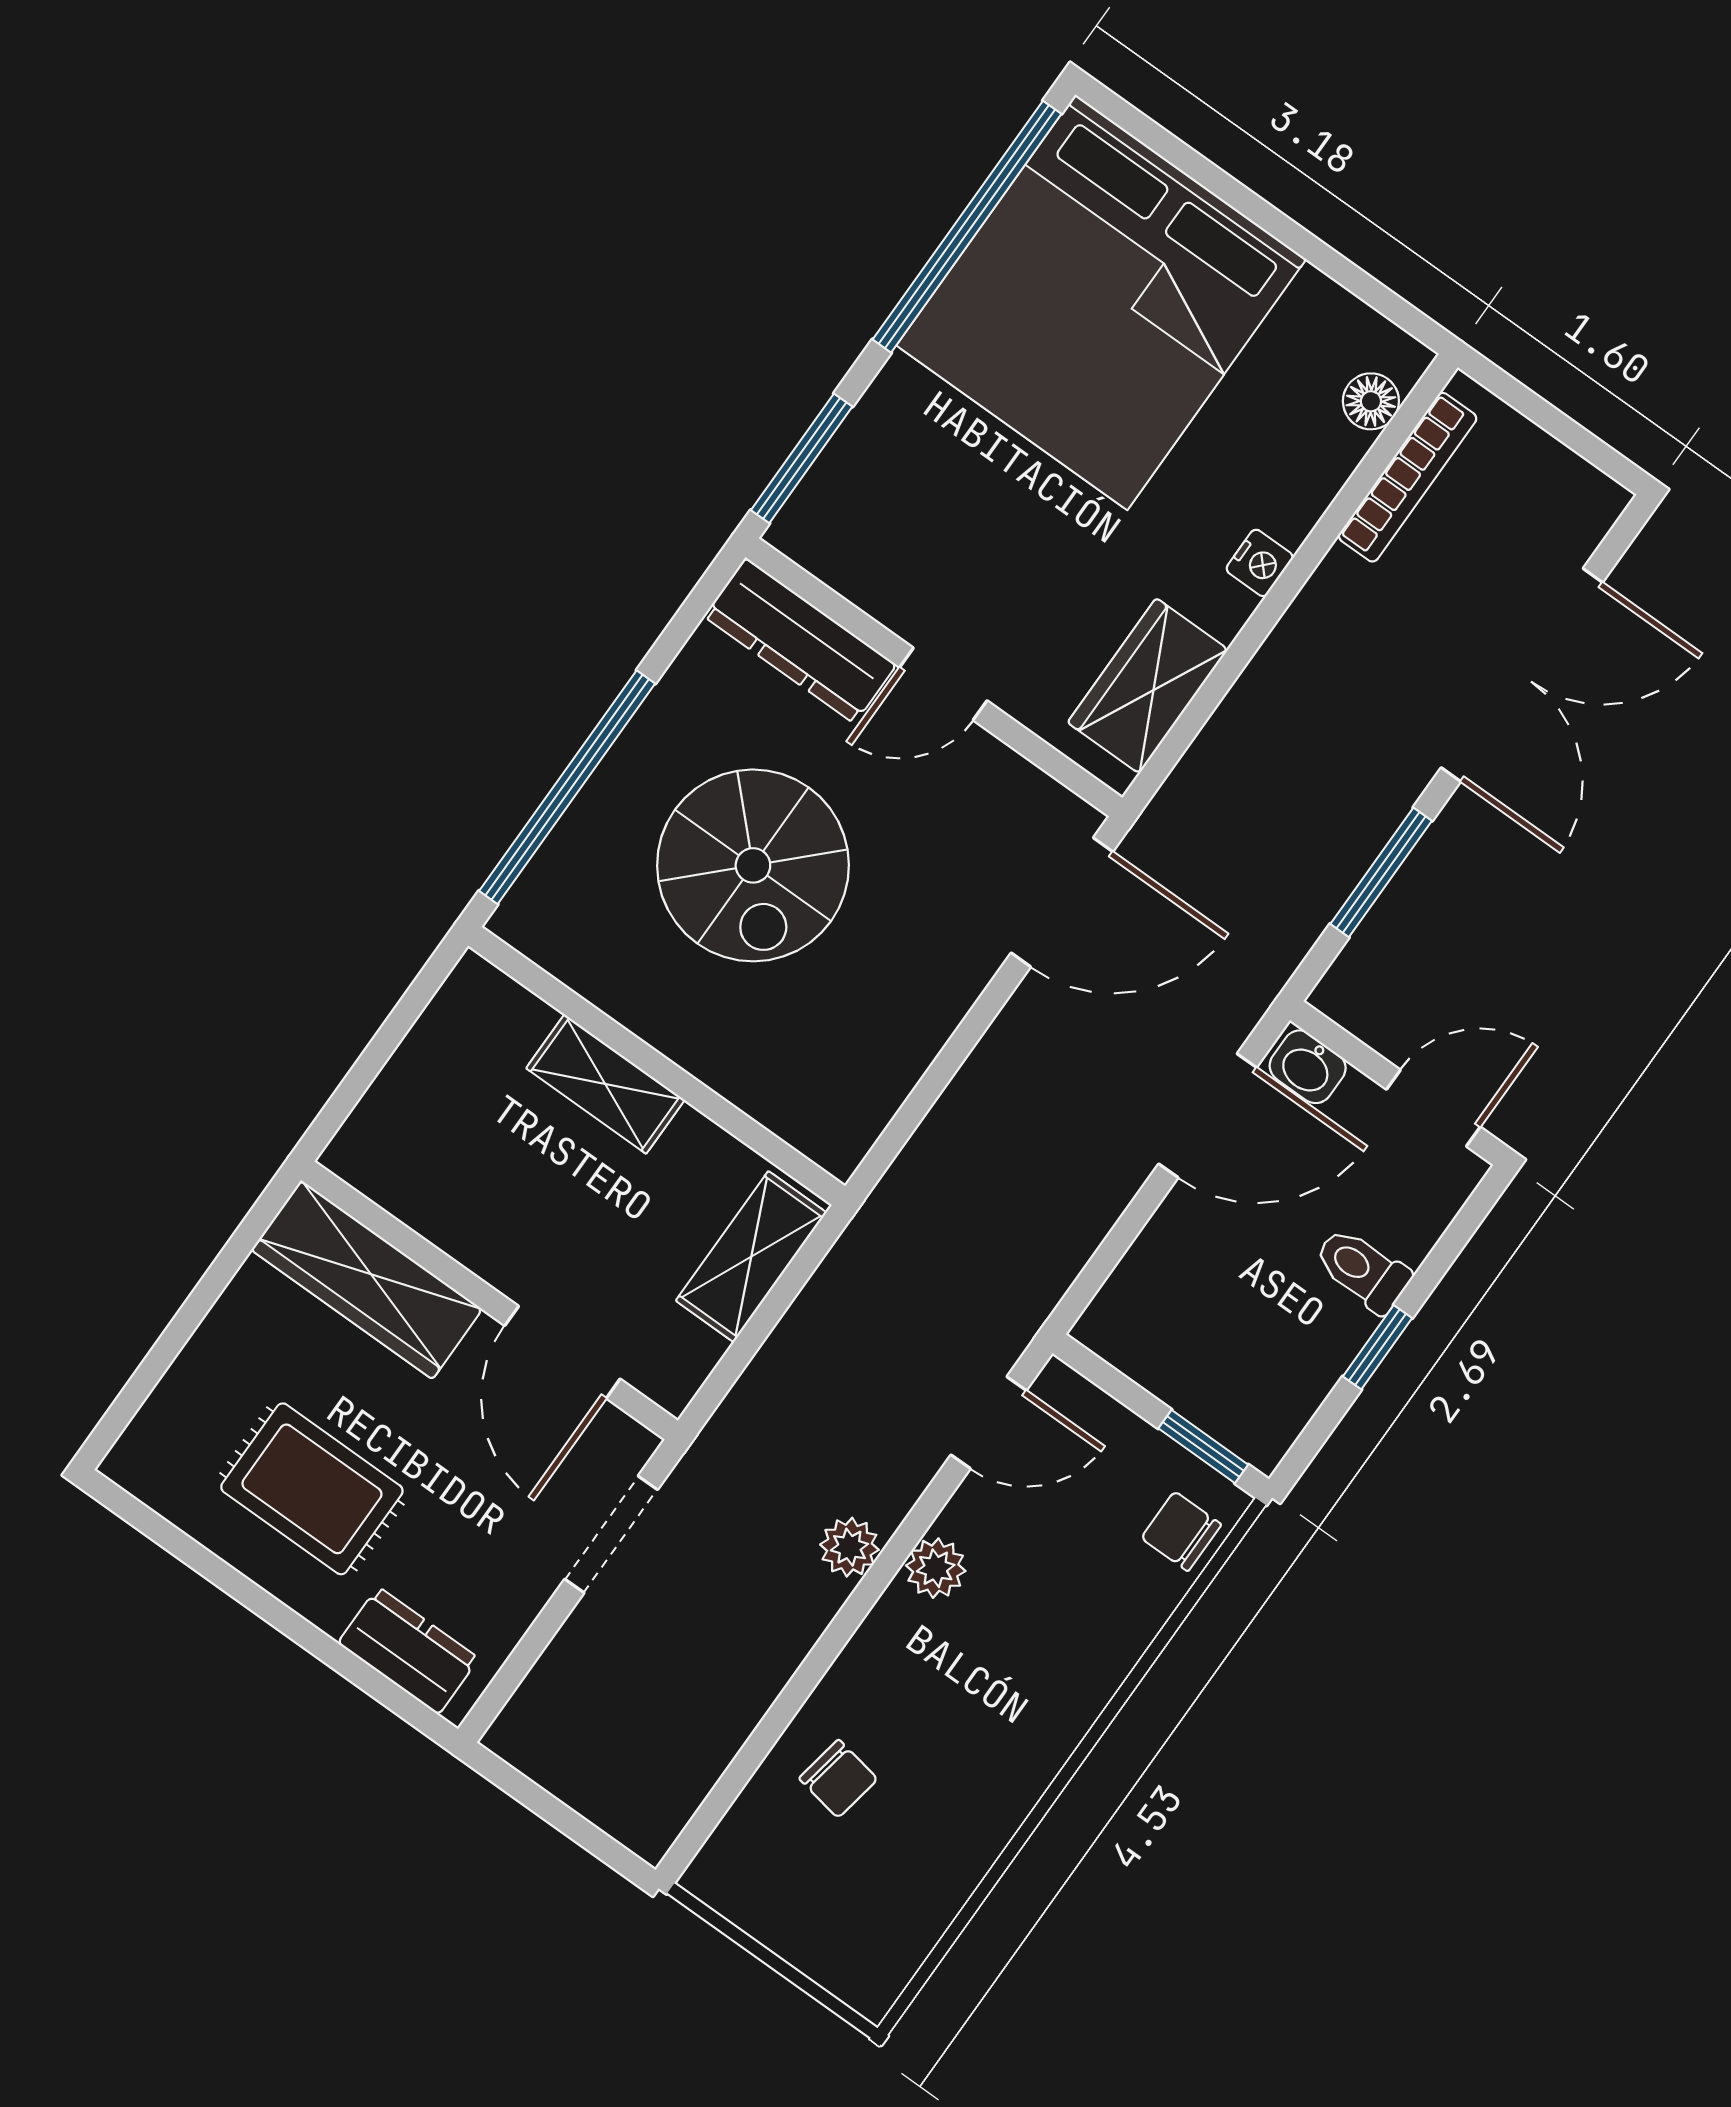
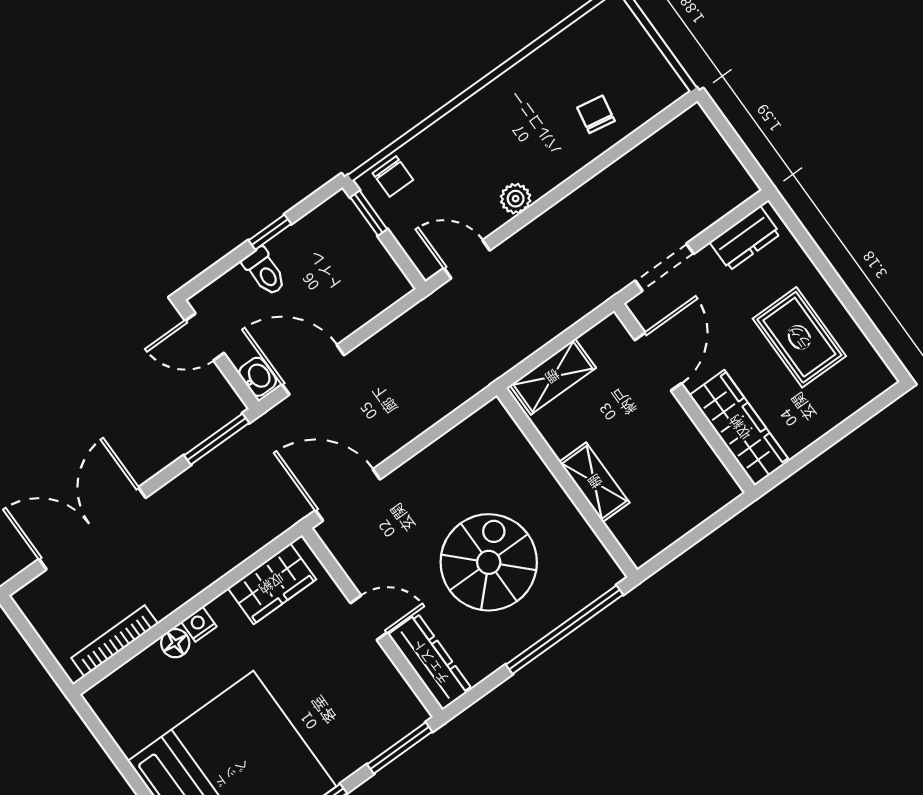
floor lamp: (1371, 401) -> (175, 643), moved
window: (1381, 872) -> (217, 439), moved
plant: (849, 1547) -> (553, 223), removed
dresser: (408, 1651) -> (745, 238), moved, turned -90

